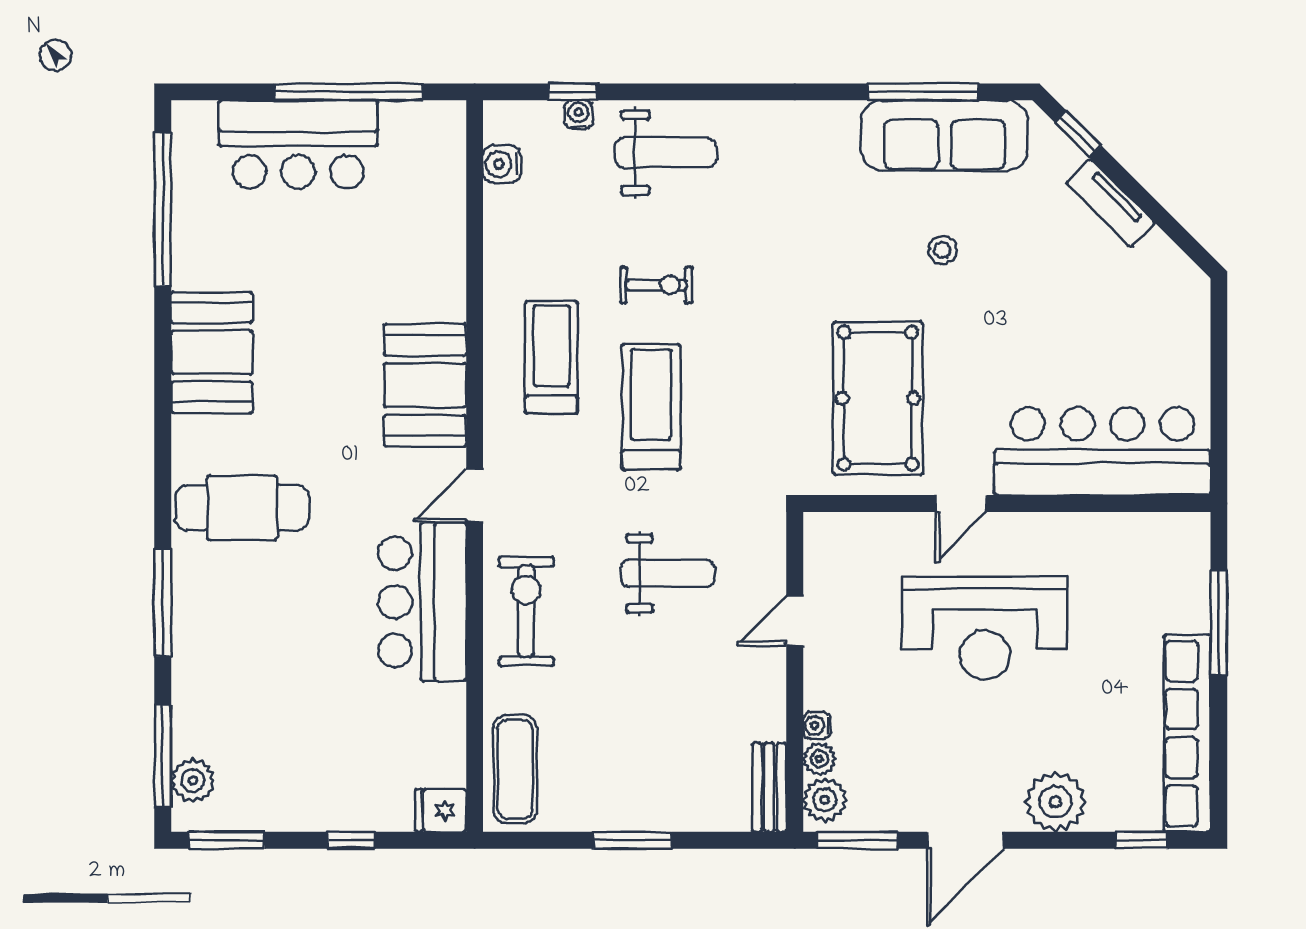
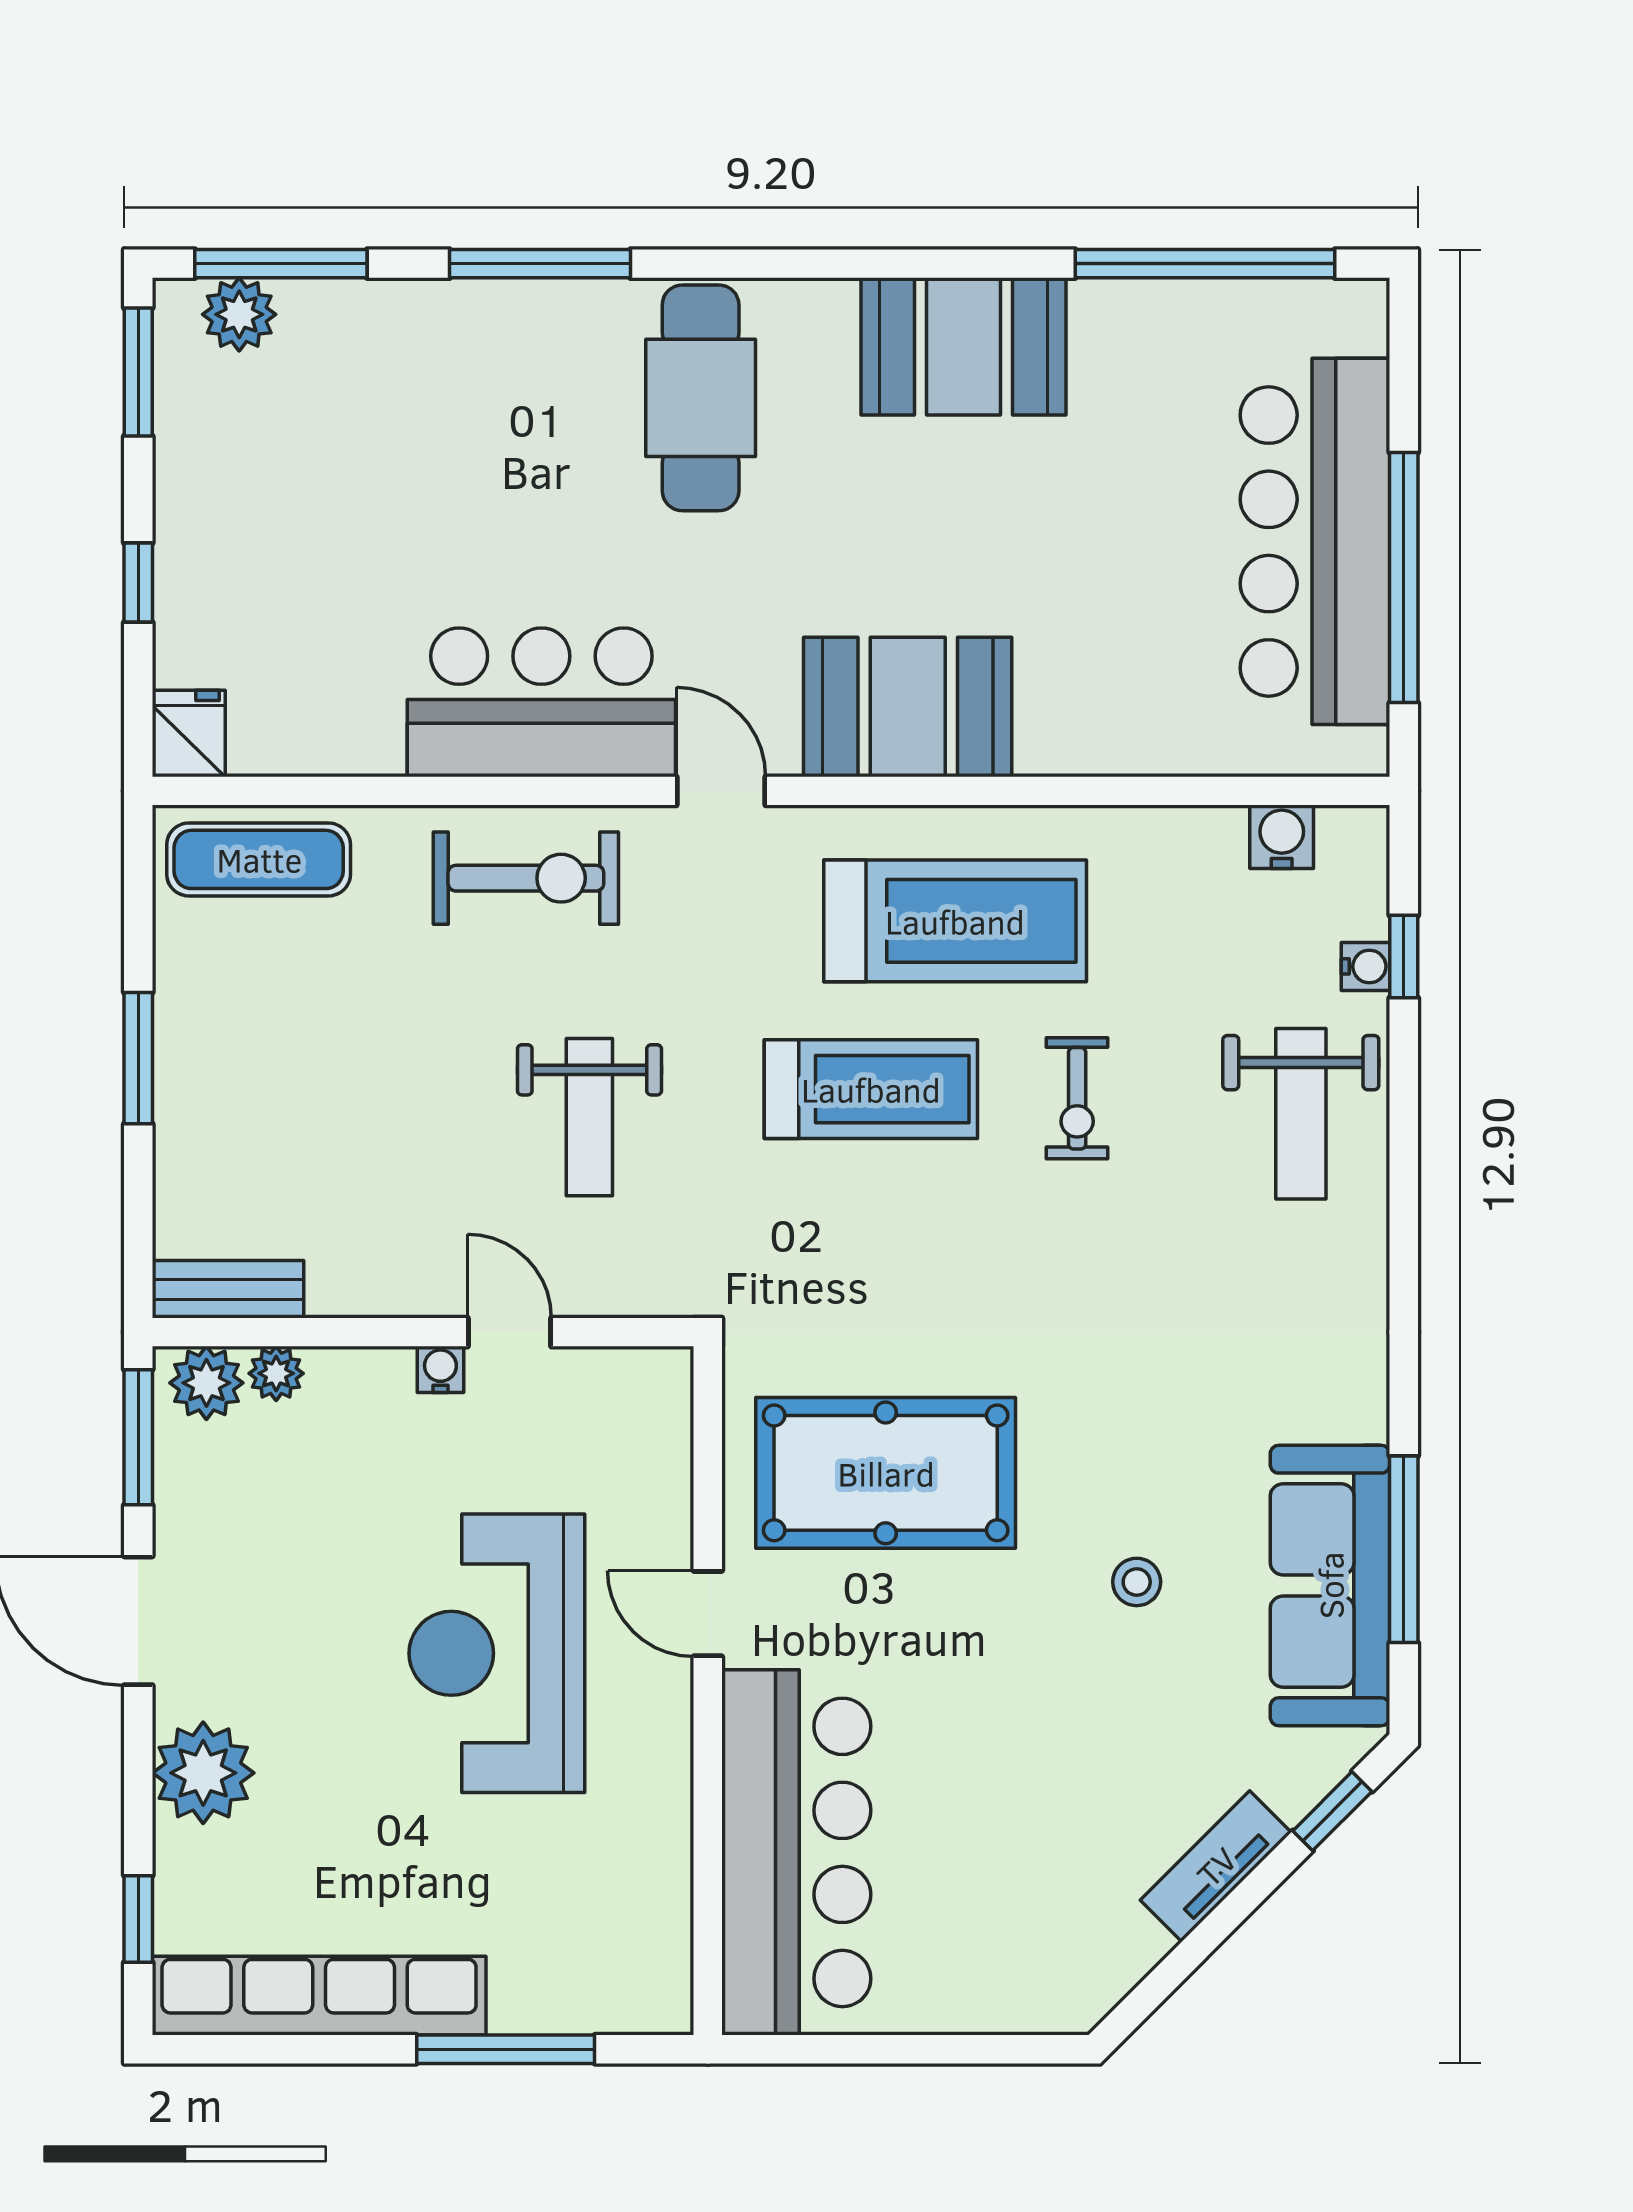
bar counter: (298, 144) -> (1315, 541), width x1.36
treadmill: (552, 357) -> (955, 921), width x1.37, depth x1.38
water cooler: (817, 726) -> (440, 1369), moved

